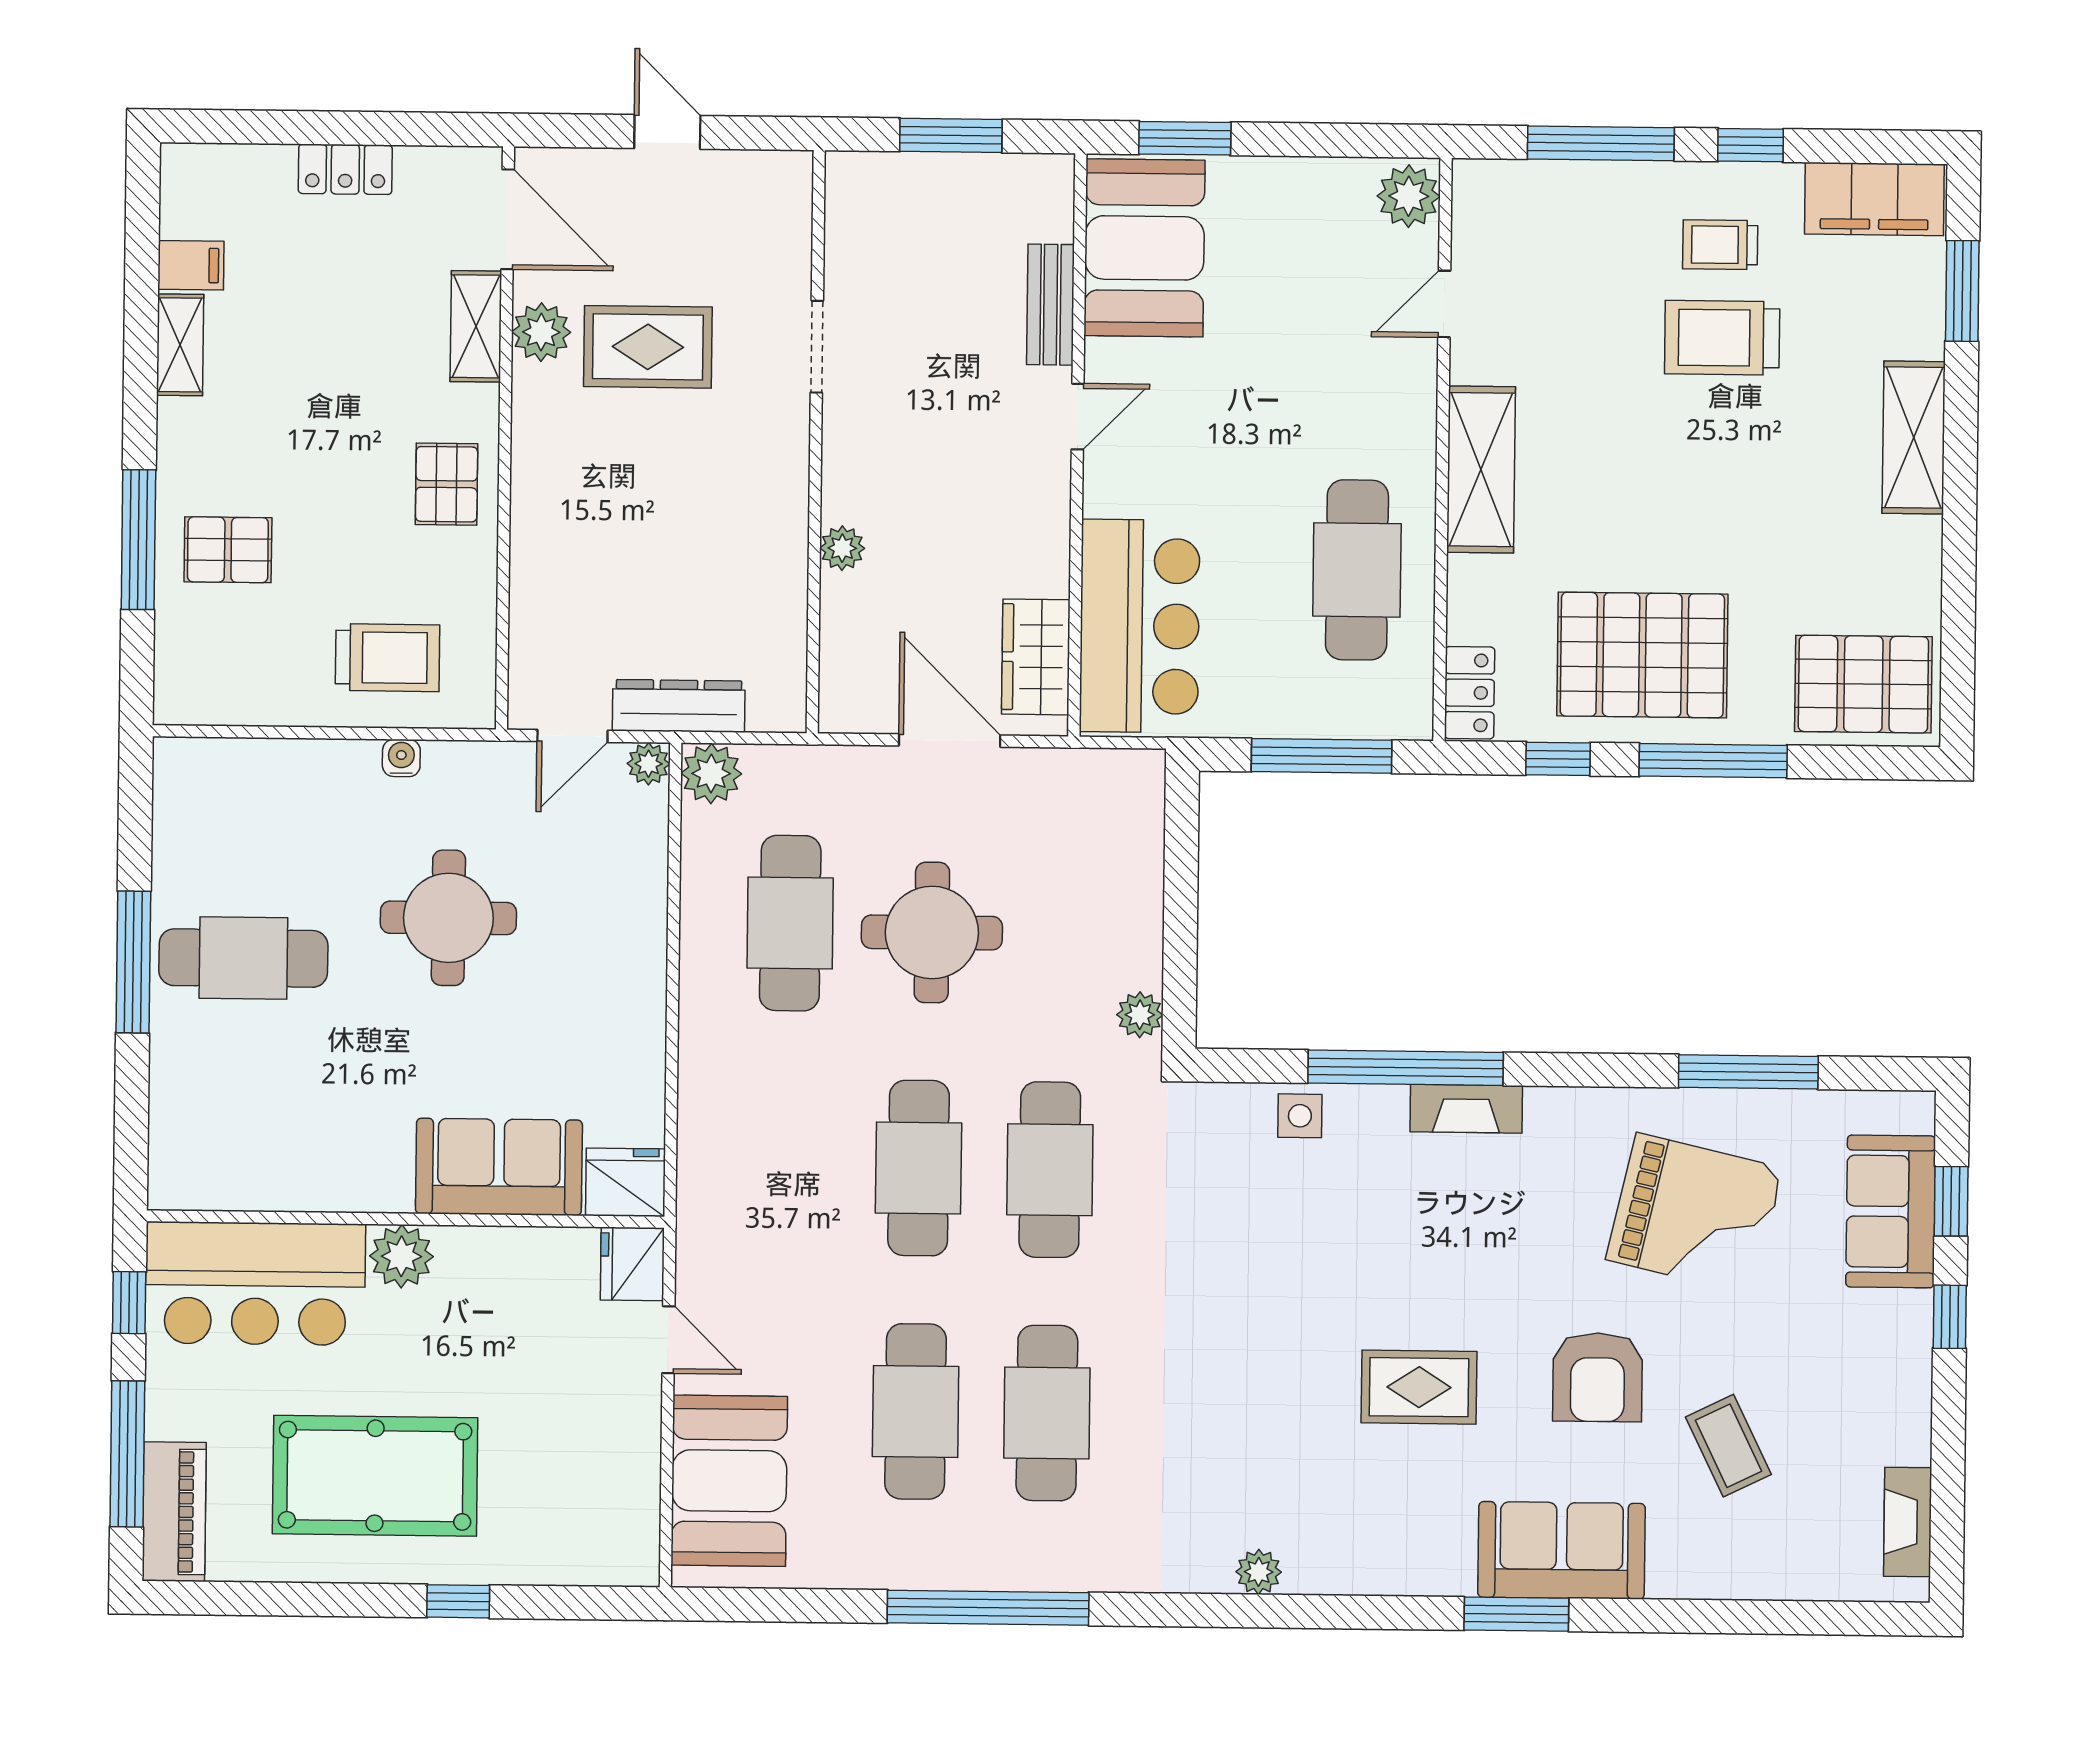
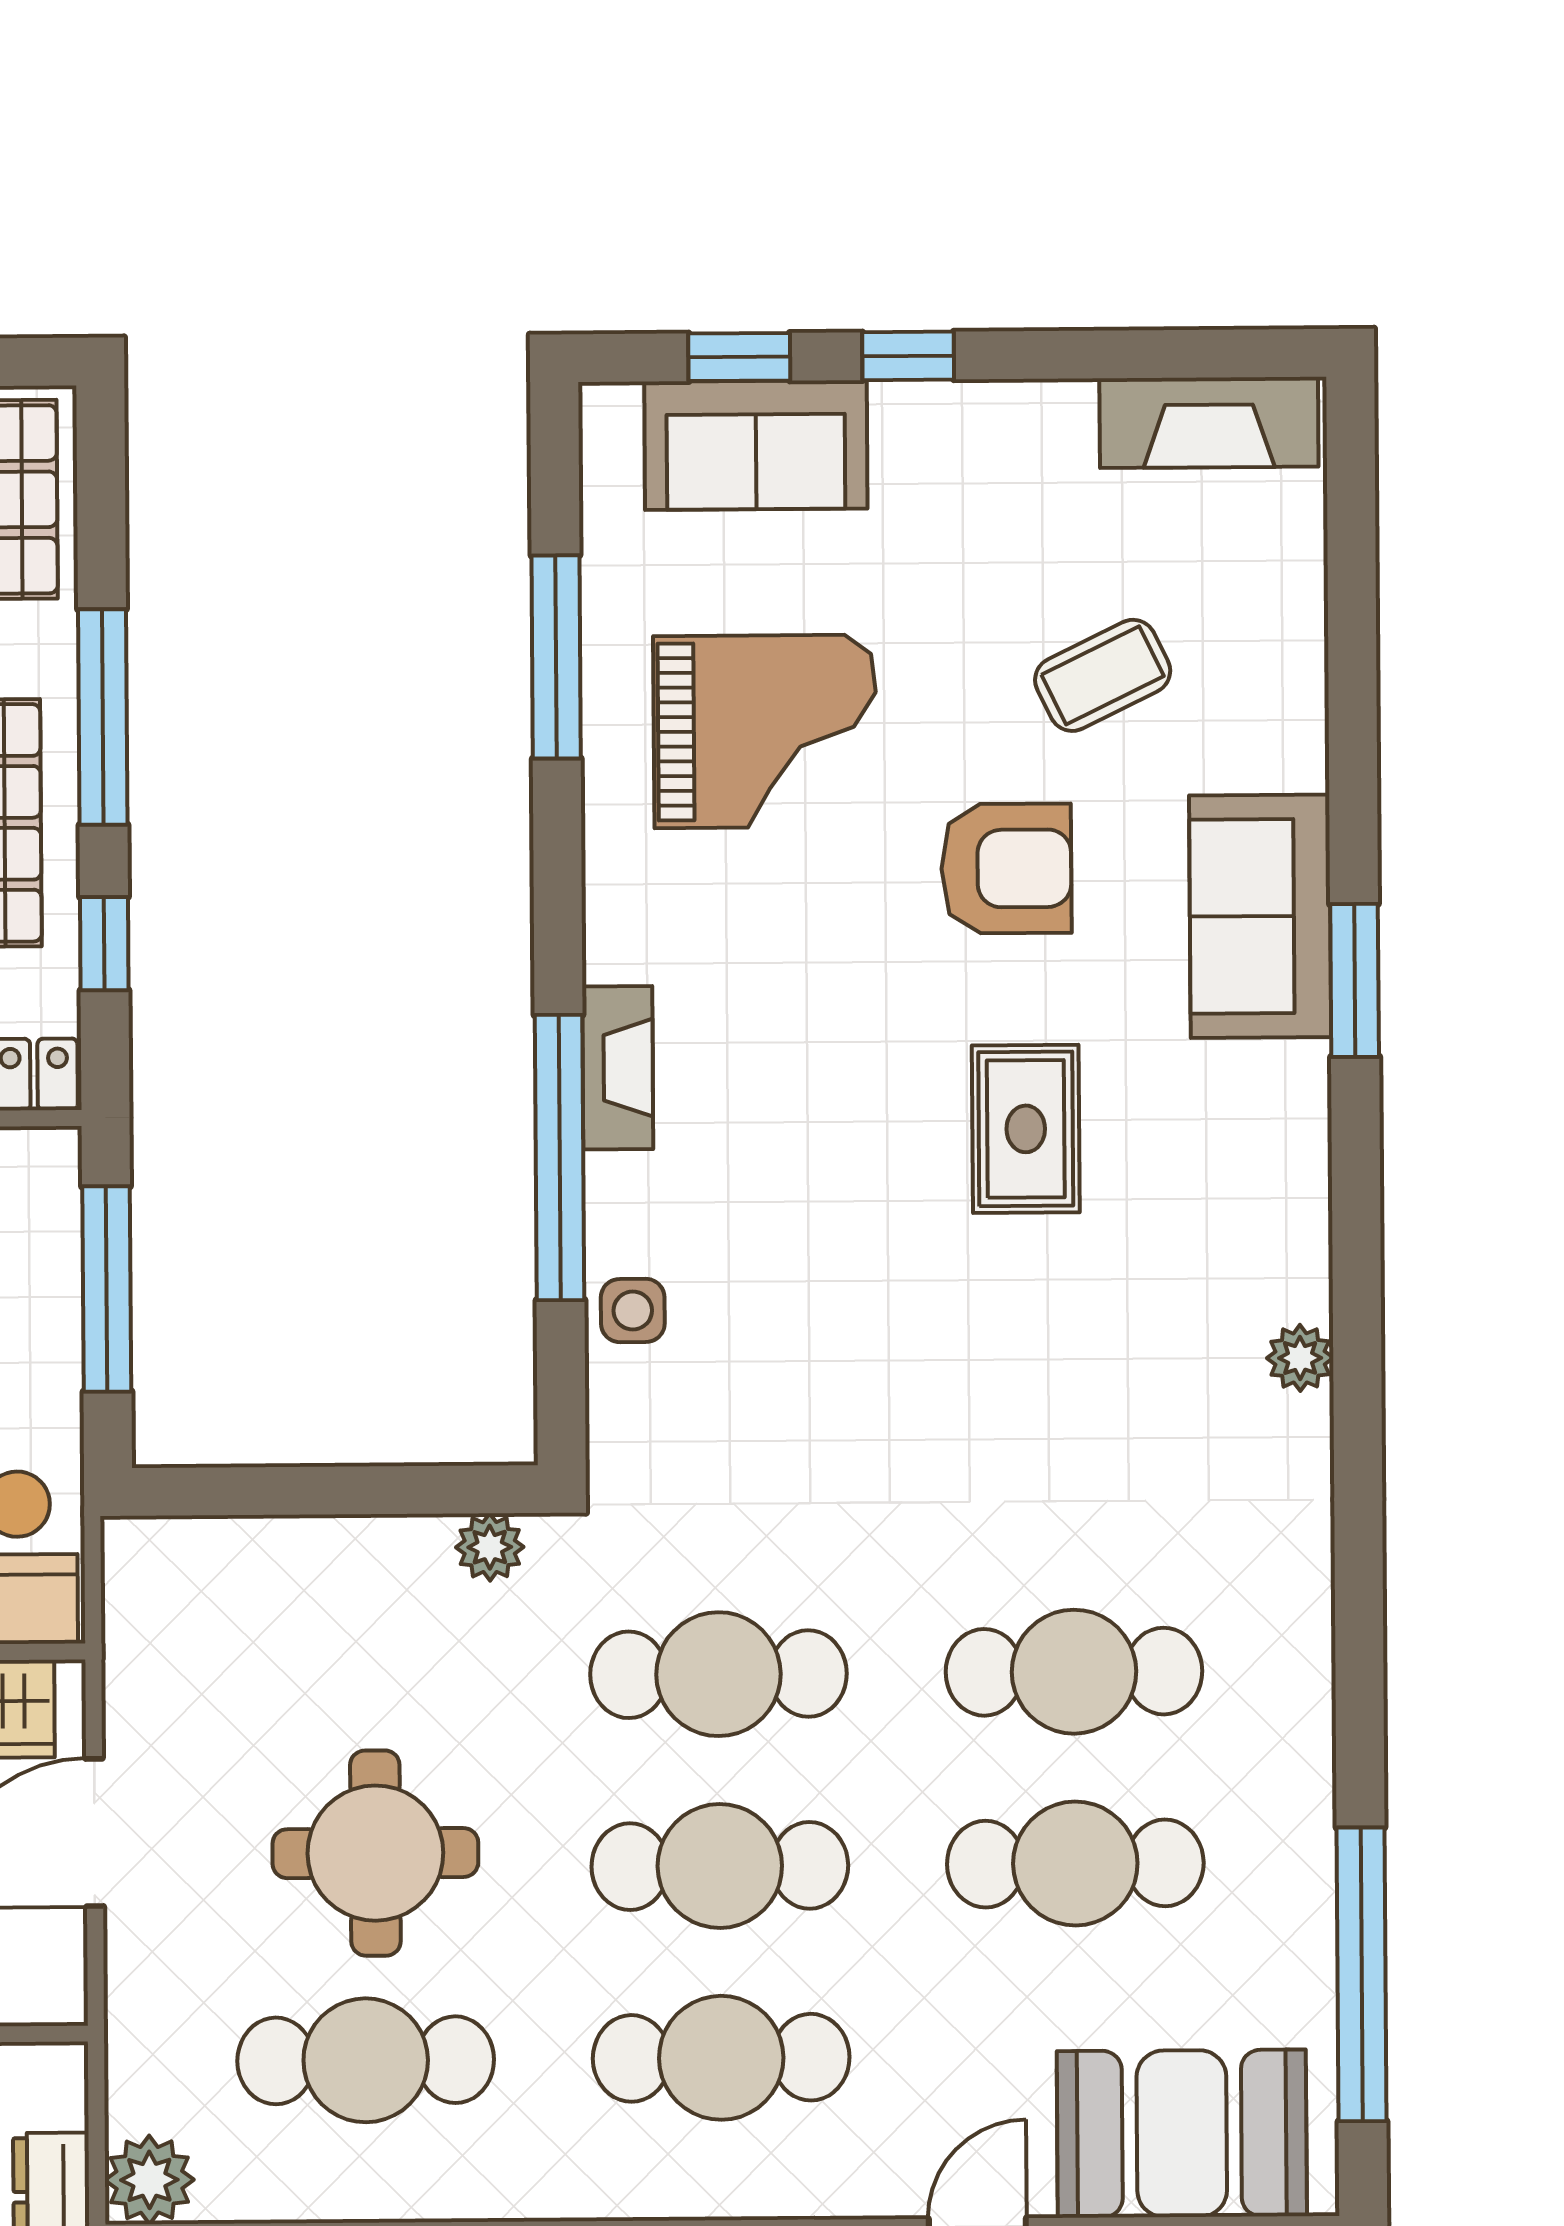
cafe table: (787, 1166) -> (721, 2058), added
grand piano: (1695, 1214) -> (765, 731), turned 77
fireplace: (1908, 1522) -> (1209, 423), width x1.37, depth x1.32
window: (988, 1608) -> (1362, 1974), moved

